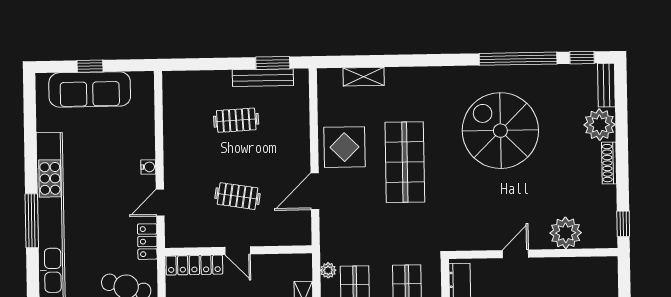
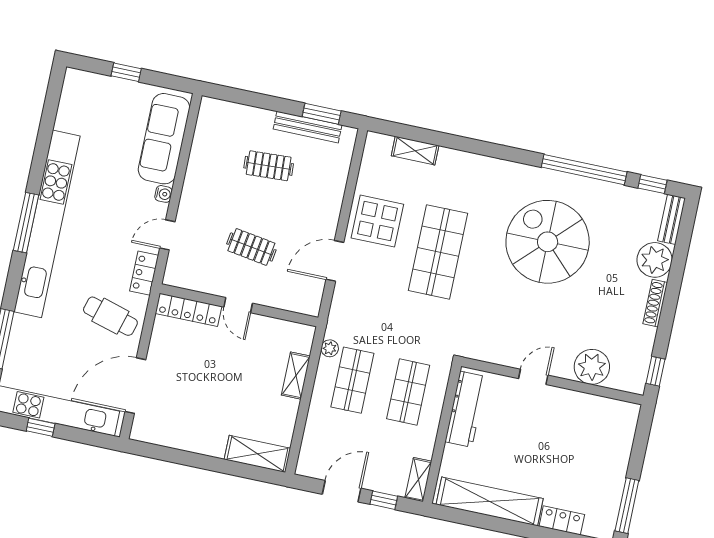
sofa: (90, 89) -> (164, 139), moved, turned 90

